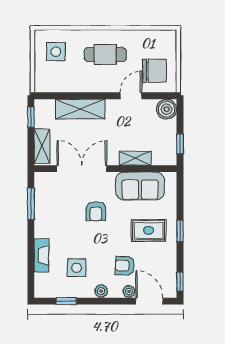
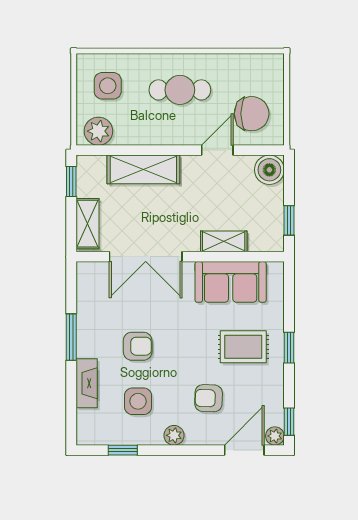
plant: (50, 83) -> (98, 131), added
double door: (82, 169) -> (146, 257), swing flipped
window: (31, 204) -> (71, 337), moved
armchair: (96, 211) -> (138, 346), moved, turned -90
plant: (129, 291) -> (275, 436), moved
door: (149, 301) -> (244, 450), hinge flipped

